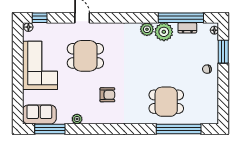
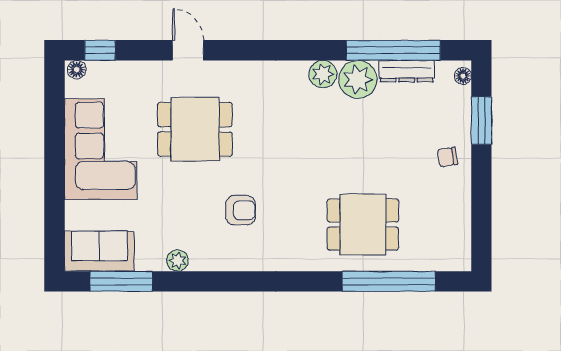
dresser: (187, 28) -> (407, 71), width x1.44

